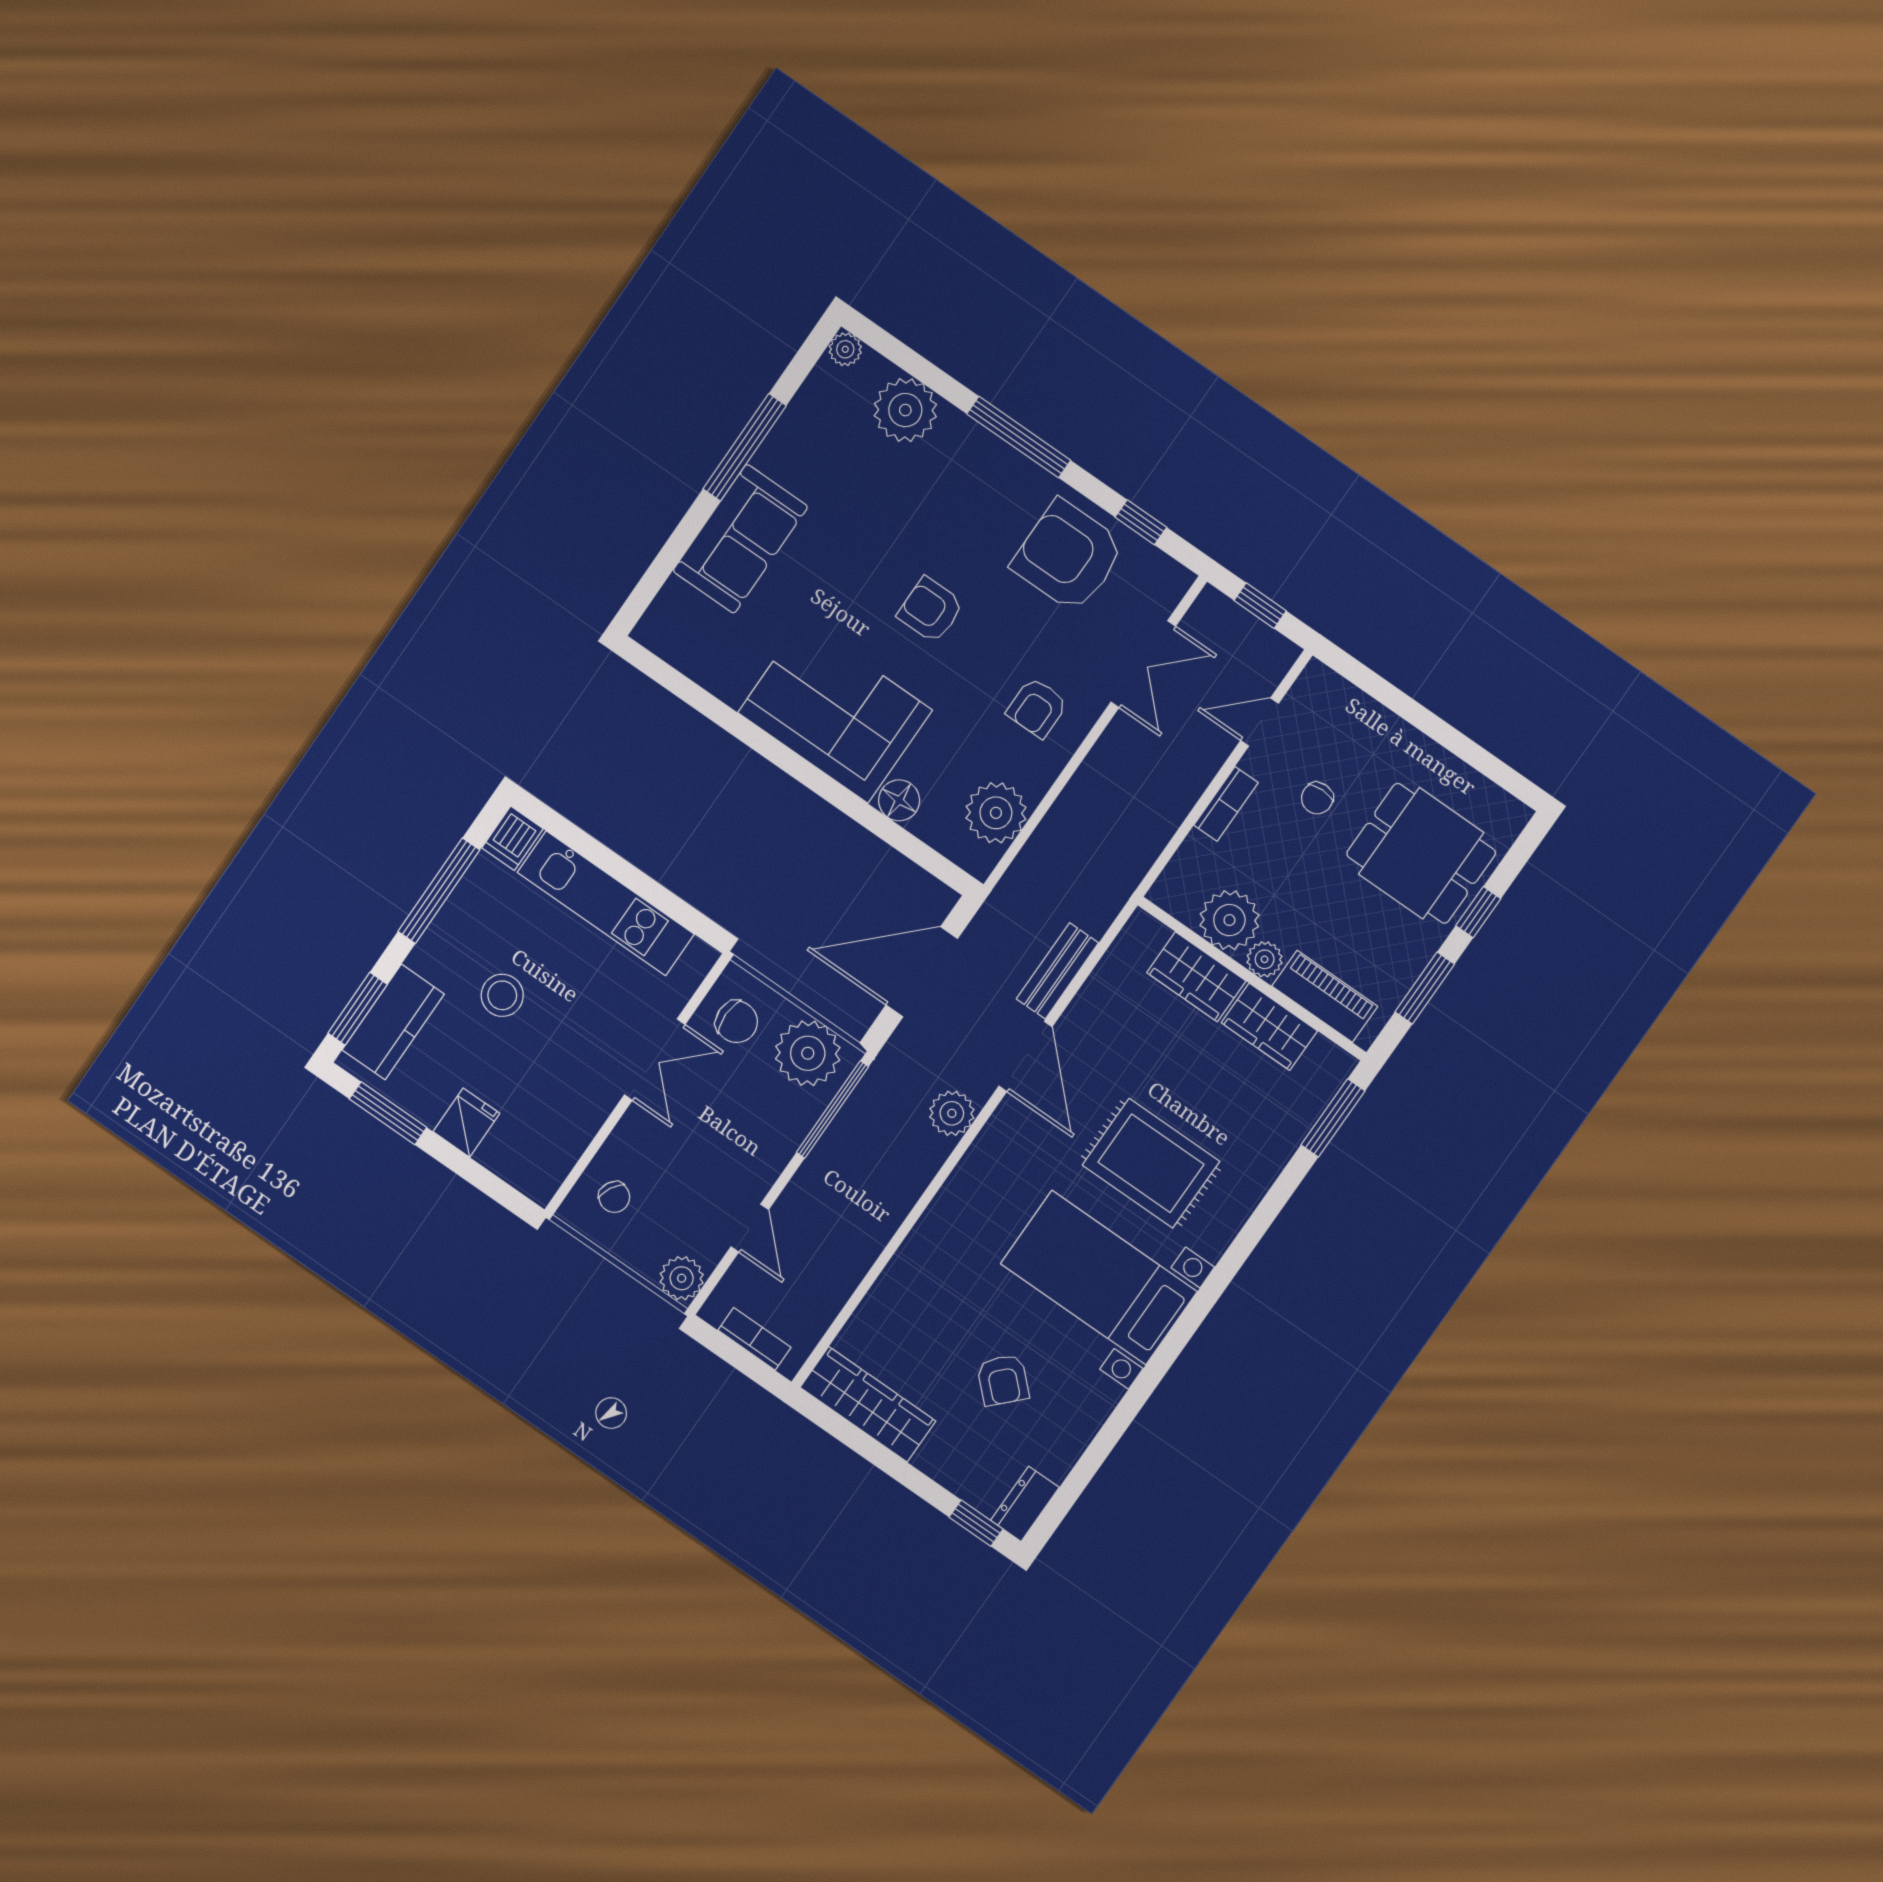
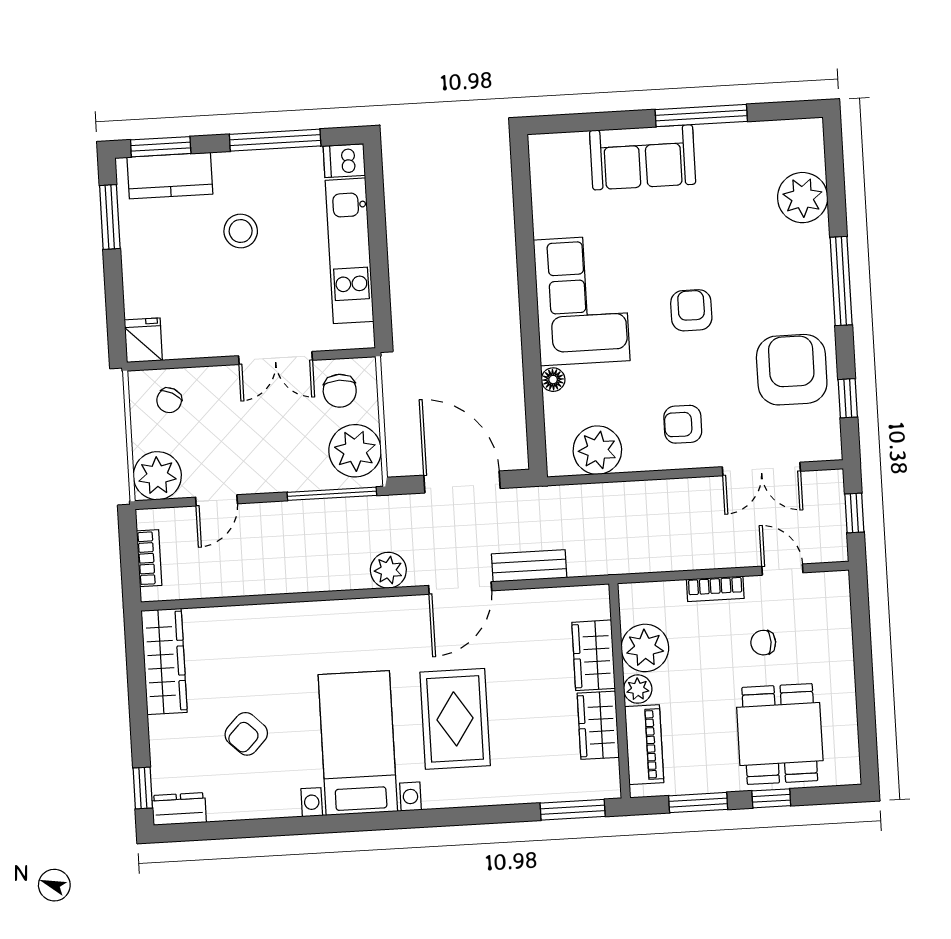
plant: (845, 349) -> (811, 131), removed
floor lamp: (899, 800) -> (553, 380), width x0.73, depth x0.73
fridge: (466, 1123) -> (143, 340), moved, turned -90
plant: (682, 1278) -> (157, 476), width x1.36, depth x1.36

